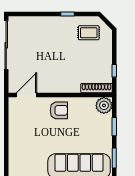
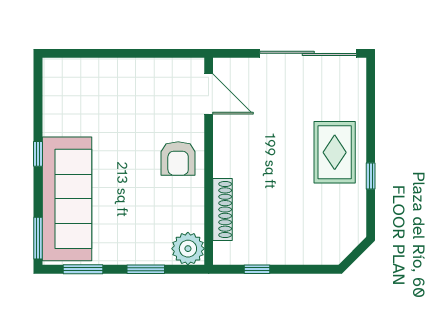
rug: (89, 33) -> (335, 152), moved, width x1.36, depth x1.43
shoe rack: (97, 88) -> (223, 210), moved

